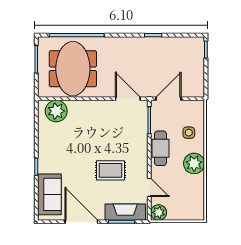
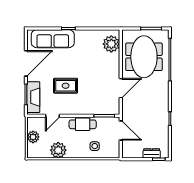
dresser: (198, 59) -> (152, 153), added
meeting table: (73, 69) -> (144, 57), turned 90
door: (128, 99) -> (121, 88), moved
plant: (194, 163) -> (58, 150), moved
rug: (110, 170) -> (66, 86), turned 90
sofa: (49, 194) -> (53, 39), width x1.36
plant: (159, 212) -> (33, 137), moved

